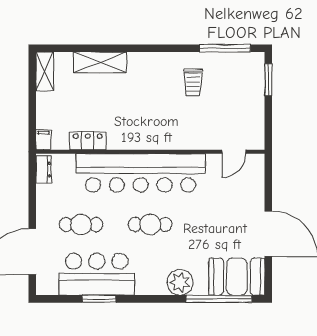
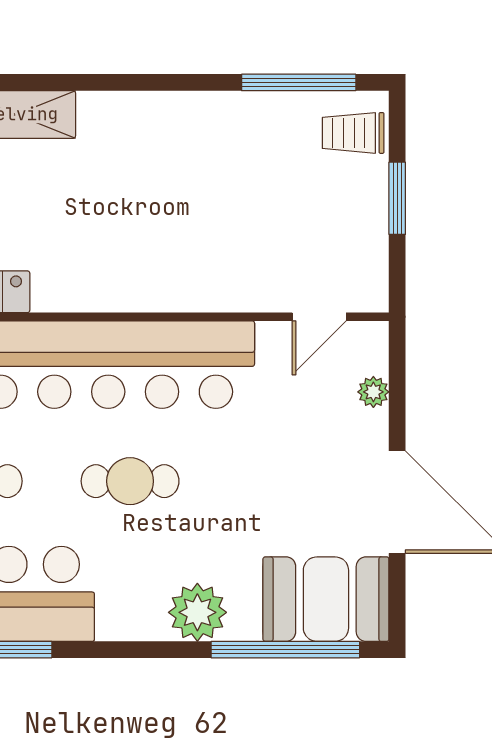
window: (268, 80) -> (397, 198), moved
trolley: (193, 82) -> (353, 133), moved, turned 90
plant: (258, 185) -> (373, 392), added

